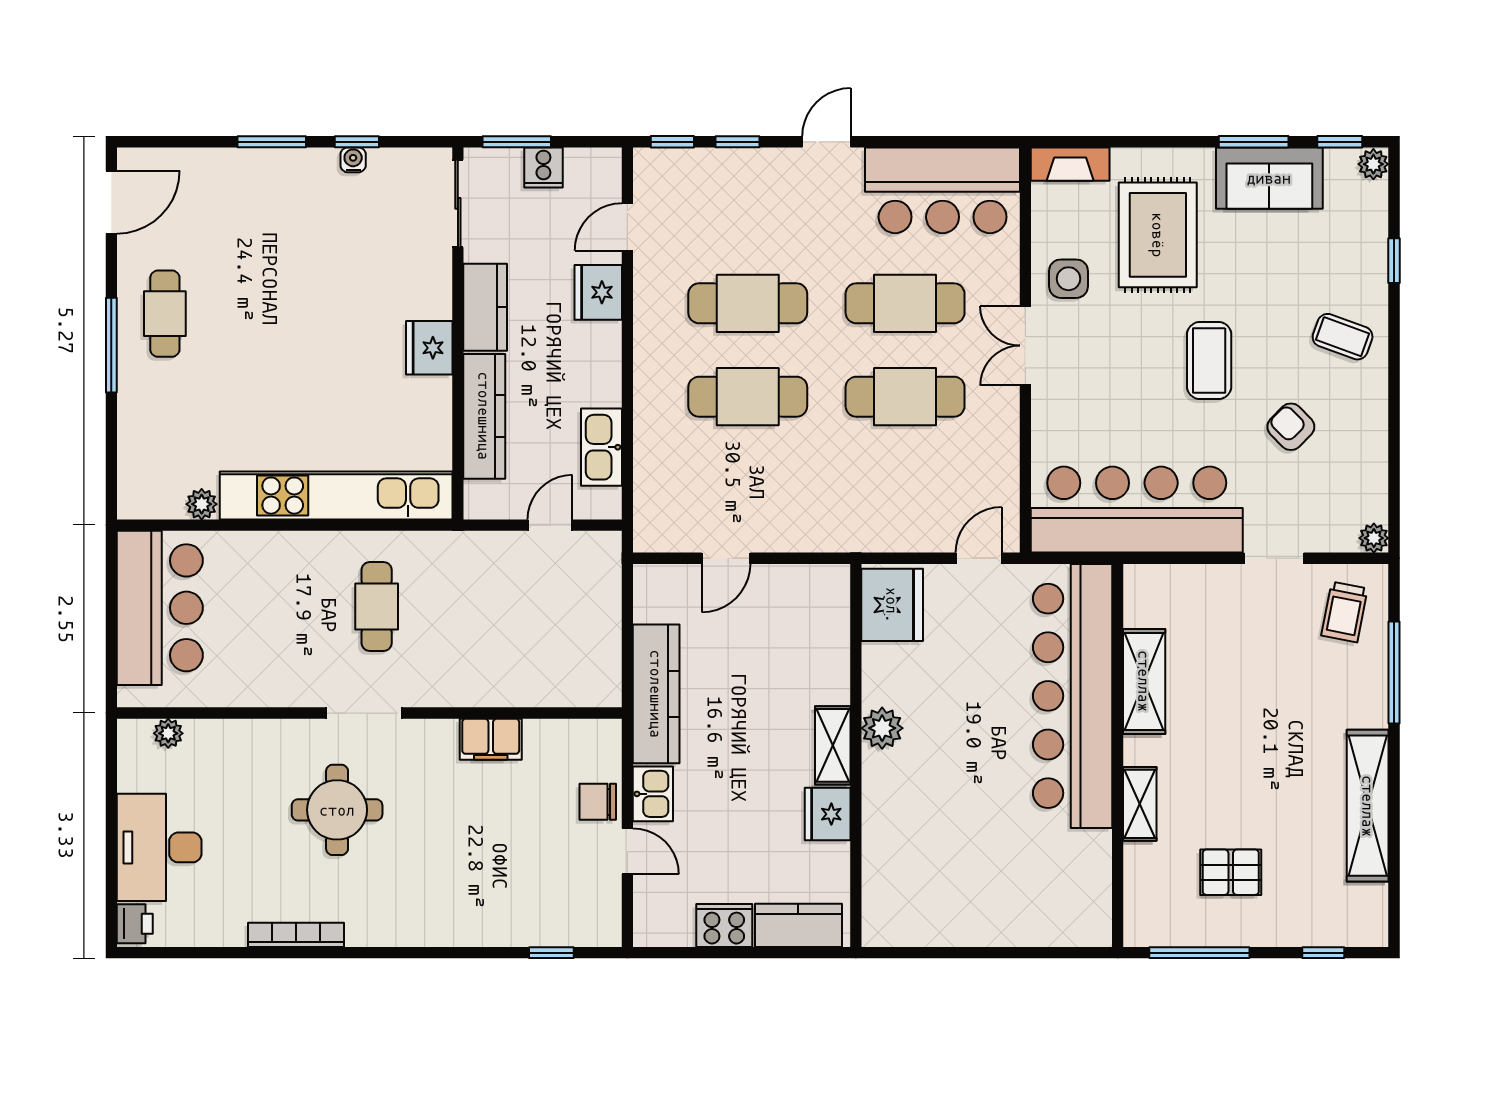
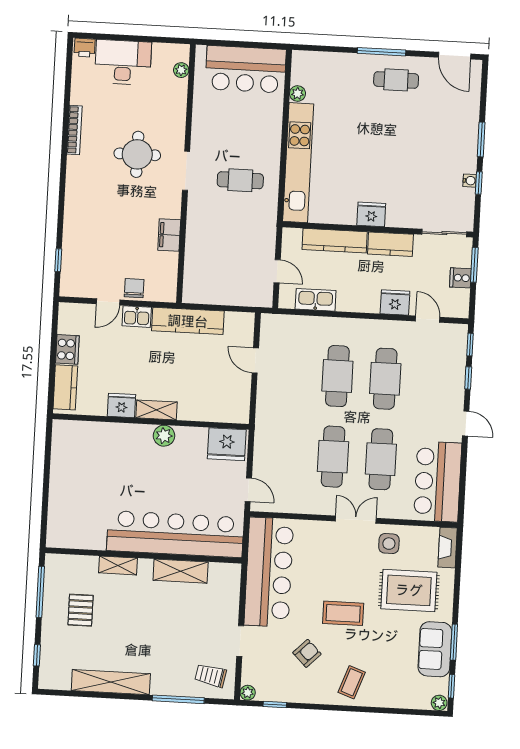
window: (1394, 261) -> (275, 705), moved

